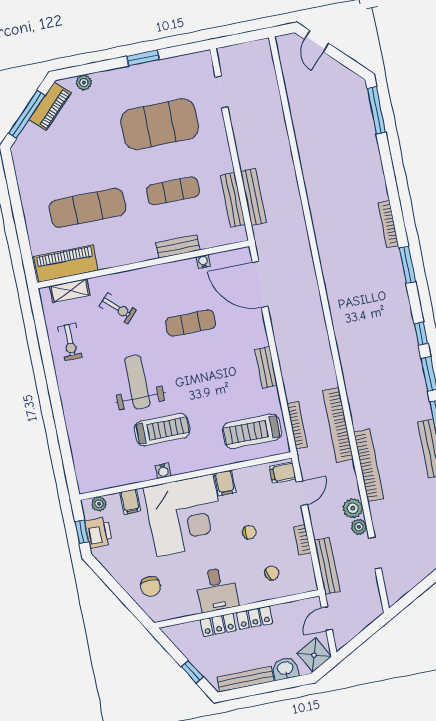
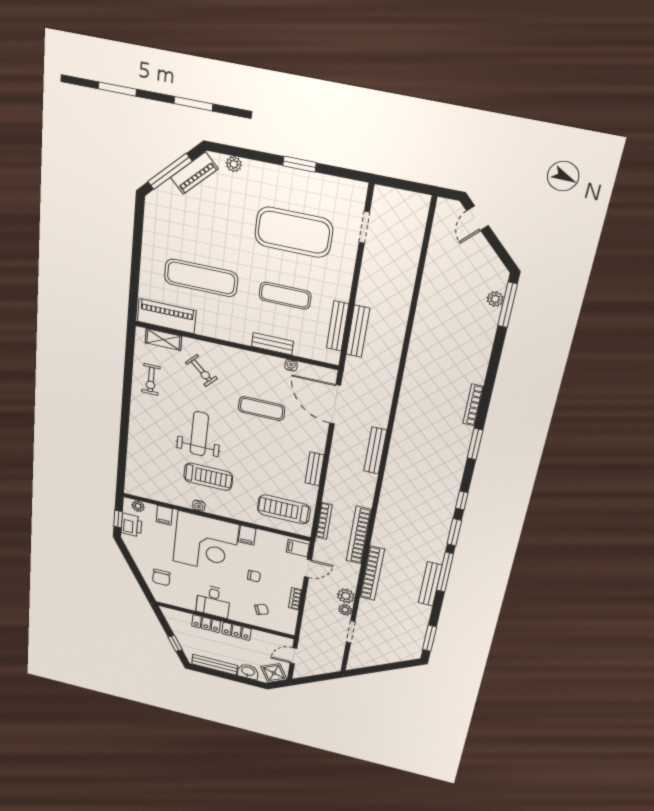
plant: (363, 110) -> (495, 299), added
bench: (327, 566) -> (375, 451), moved

